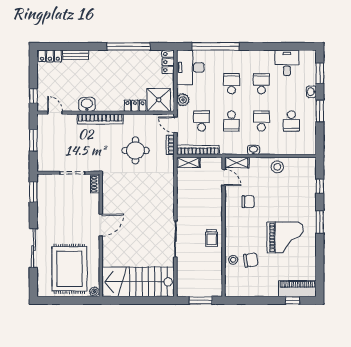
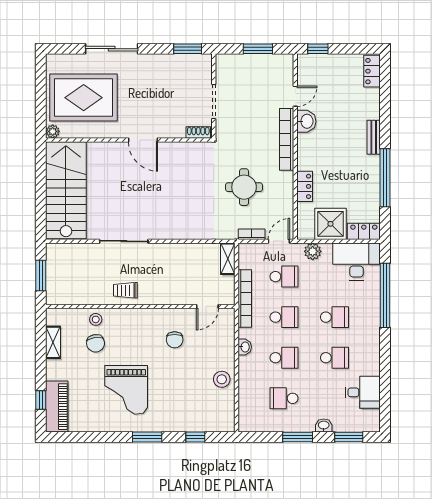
bench: (75, 55) -> (374, 137), moved
shower: (159, 100) -> (330, 224), moved
door: (55, 113) -> (295, 96), moved
school desk: (231, 121) -> (284, 317), turned 180
bookcase: (198, 150) -> (245, 298), moved
shelving: (237, 163) -> (53, 342), moved

